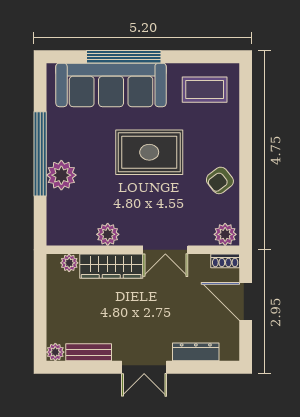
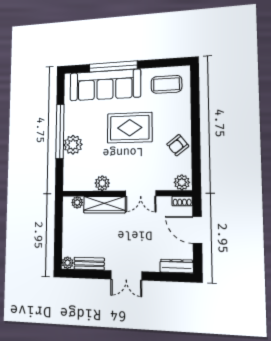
dresser: (196, 352) -> (177, 266), moved

